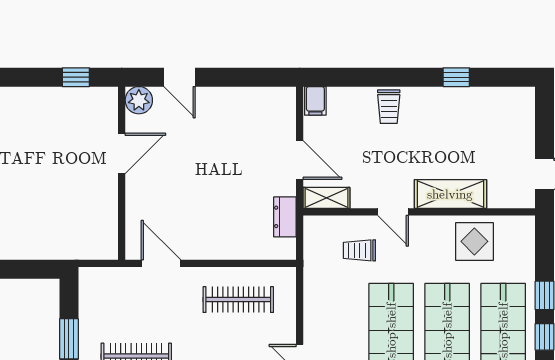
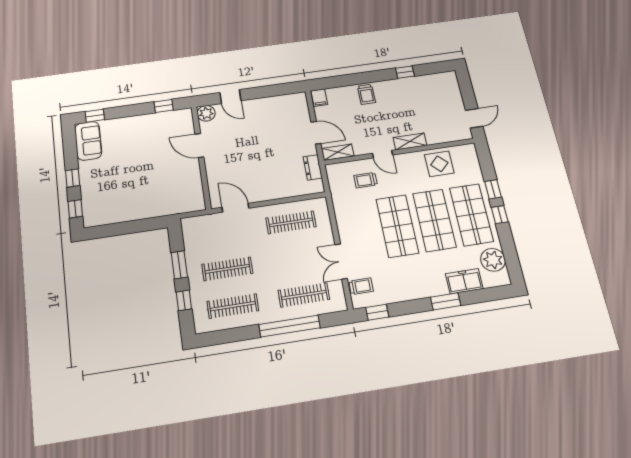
door: (122, 153) -> (199, 146), swing flipped
shelving: (450, 194) -> (410, 141), width x0.67, depth x0.75

